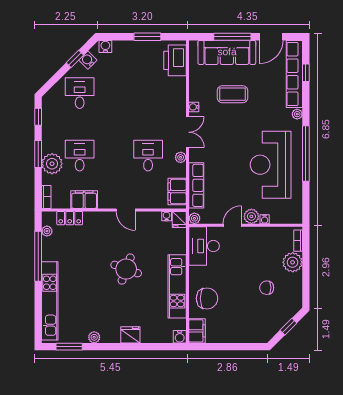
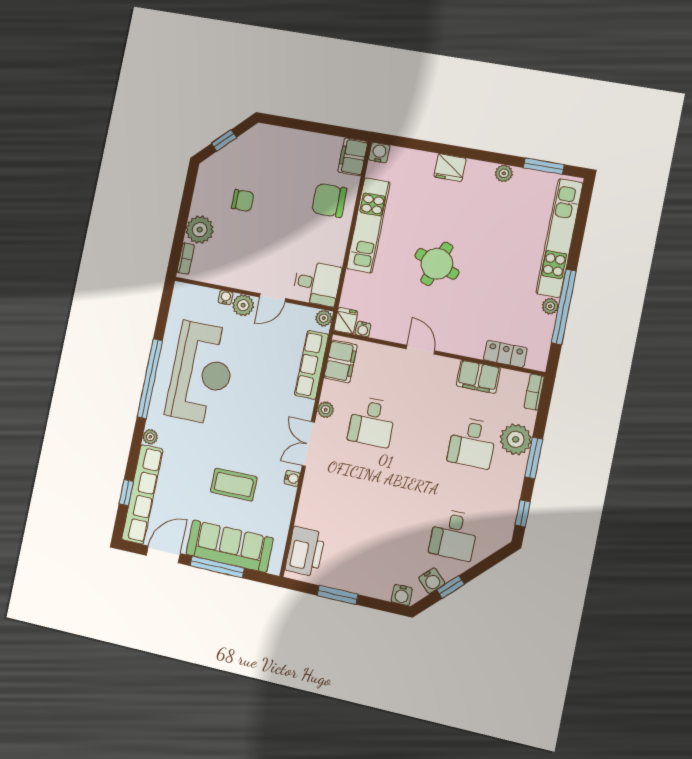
plant: (47, 231) -> (550, 306), moved
desk: (204, 246) -> (317, 283), width x0.73

